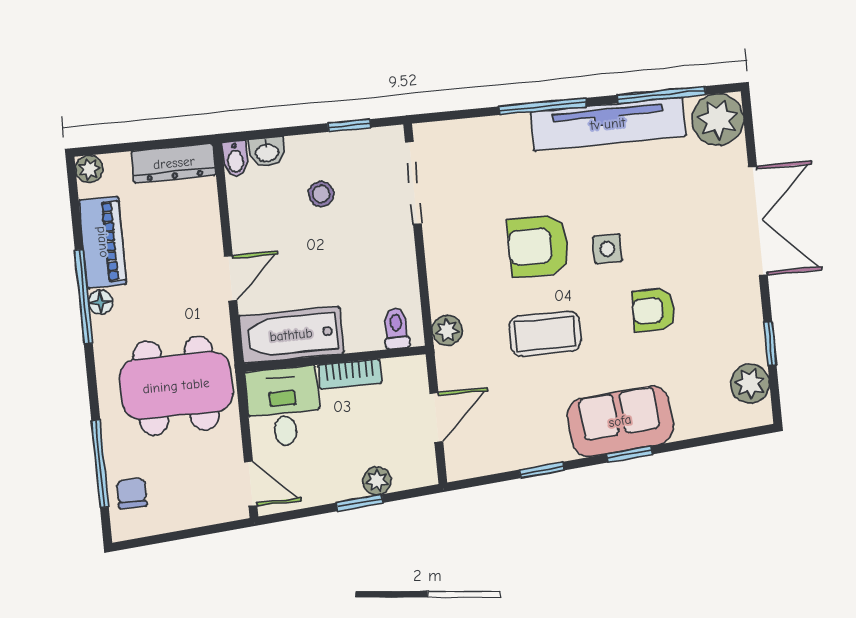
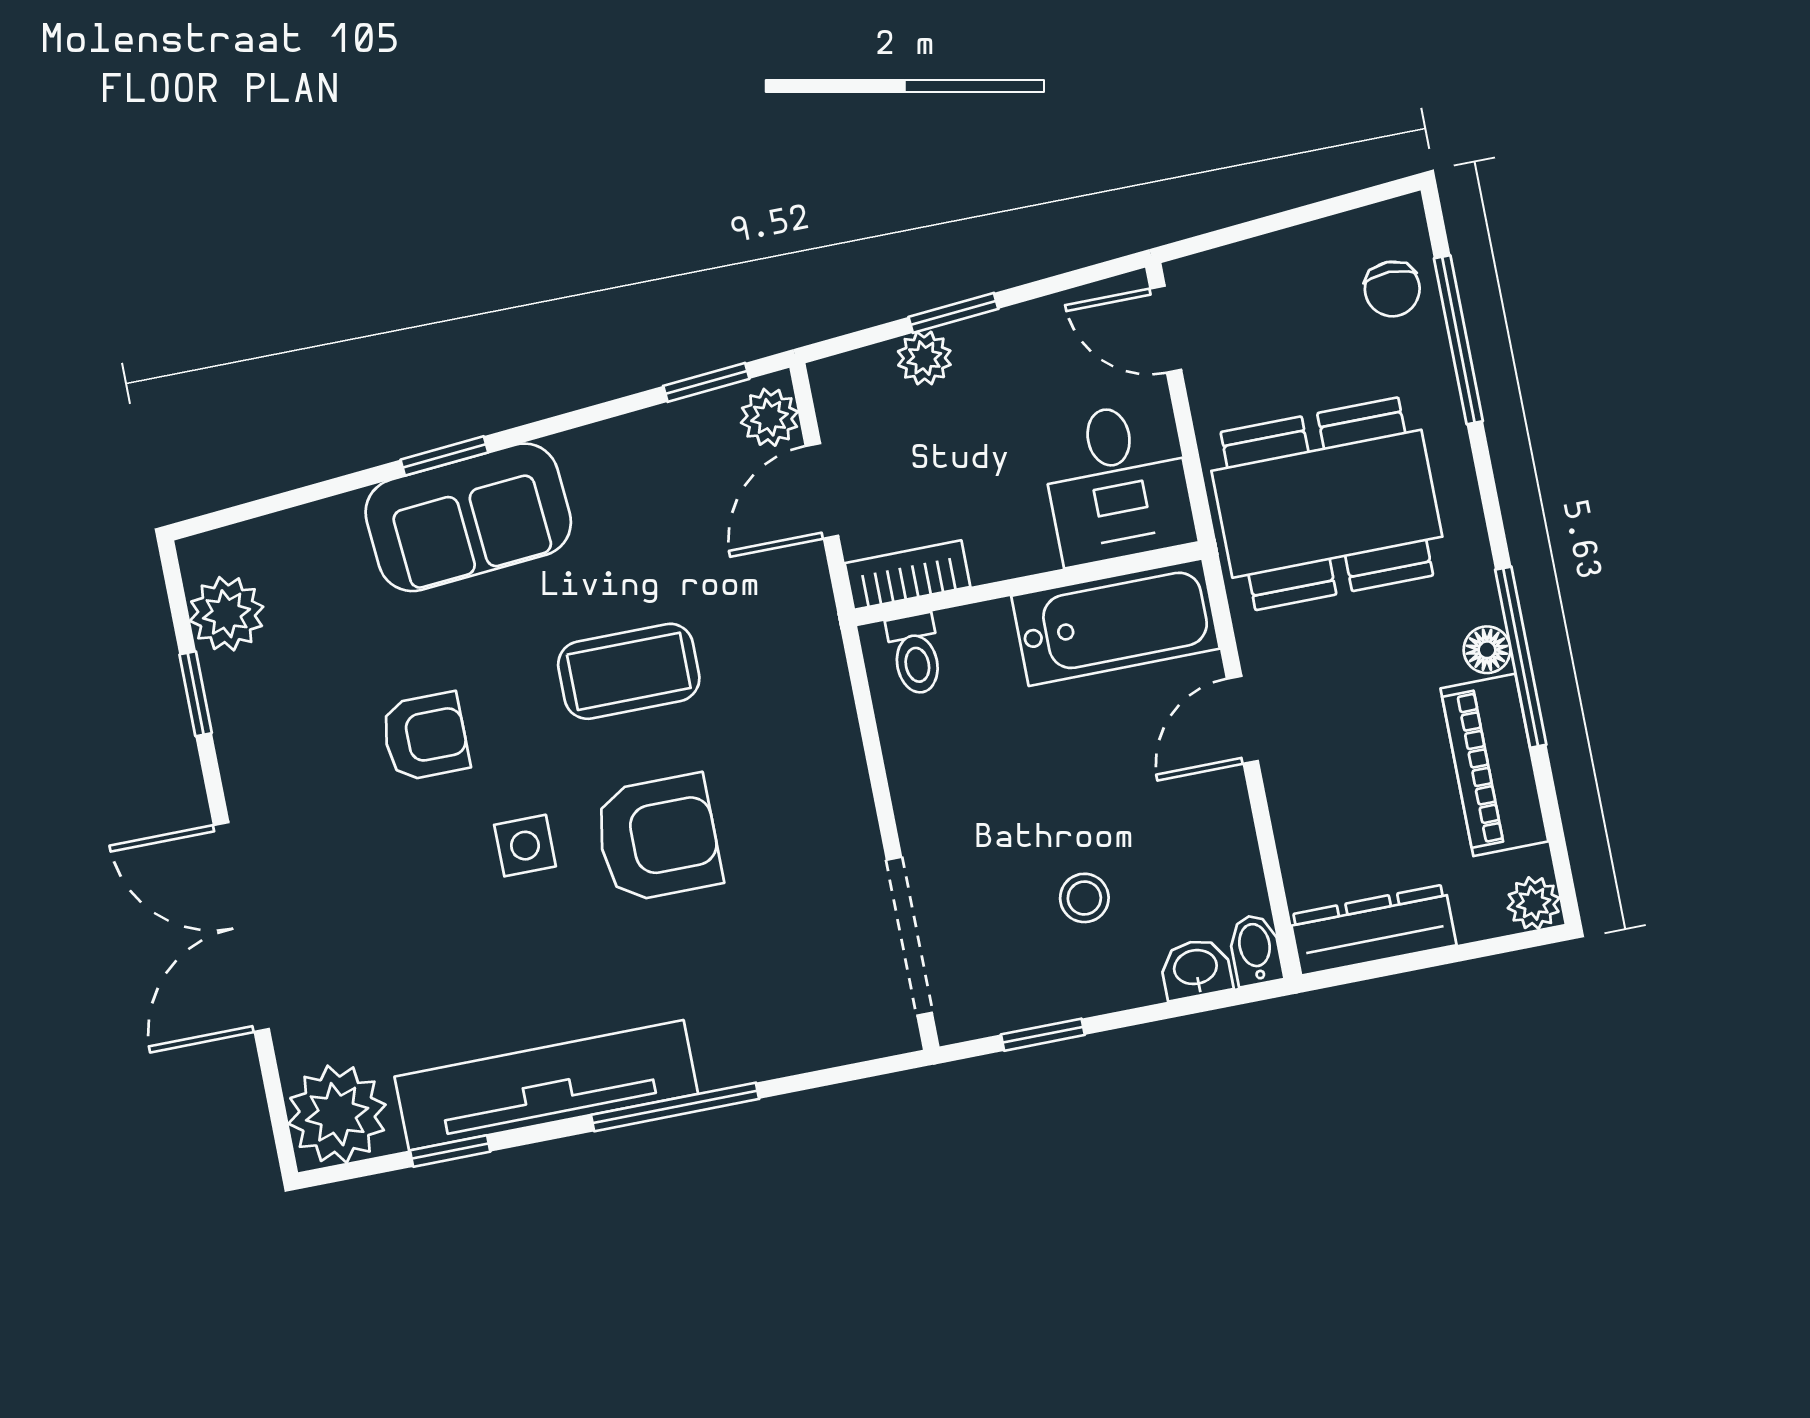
window: (661, 95) -> (450, 1151), width x0.46
plant: (447, 330) -> (769, 417), moved
bookcase: (350, 374) -> (908, 575), moved
window: (542, 470) -> (706, 382), moved

